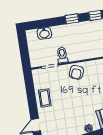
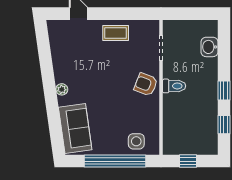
toilet: (62, 55) -> (174, 86), moved

